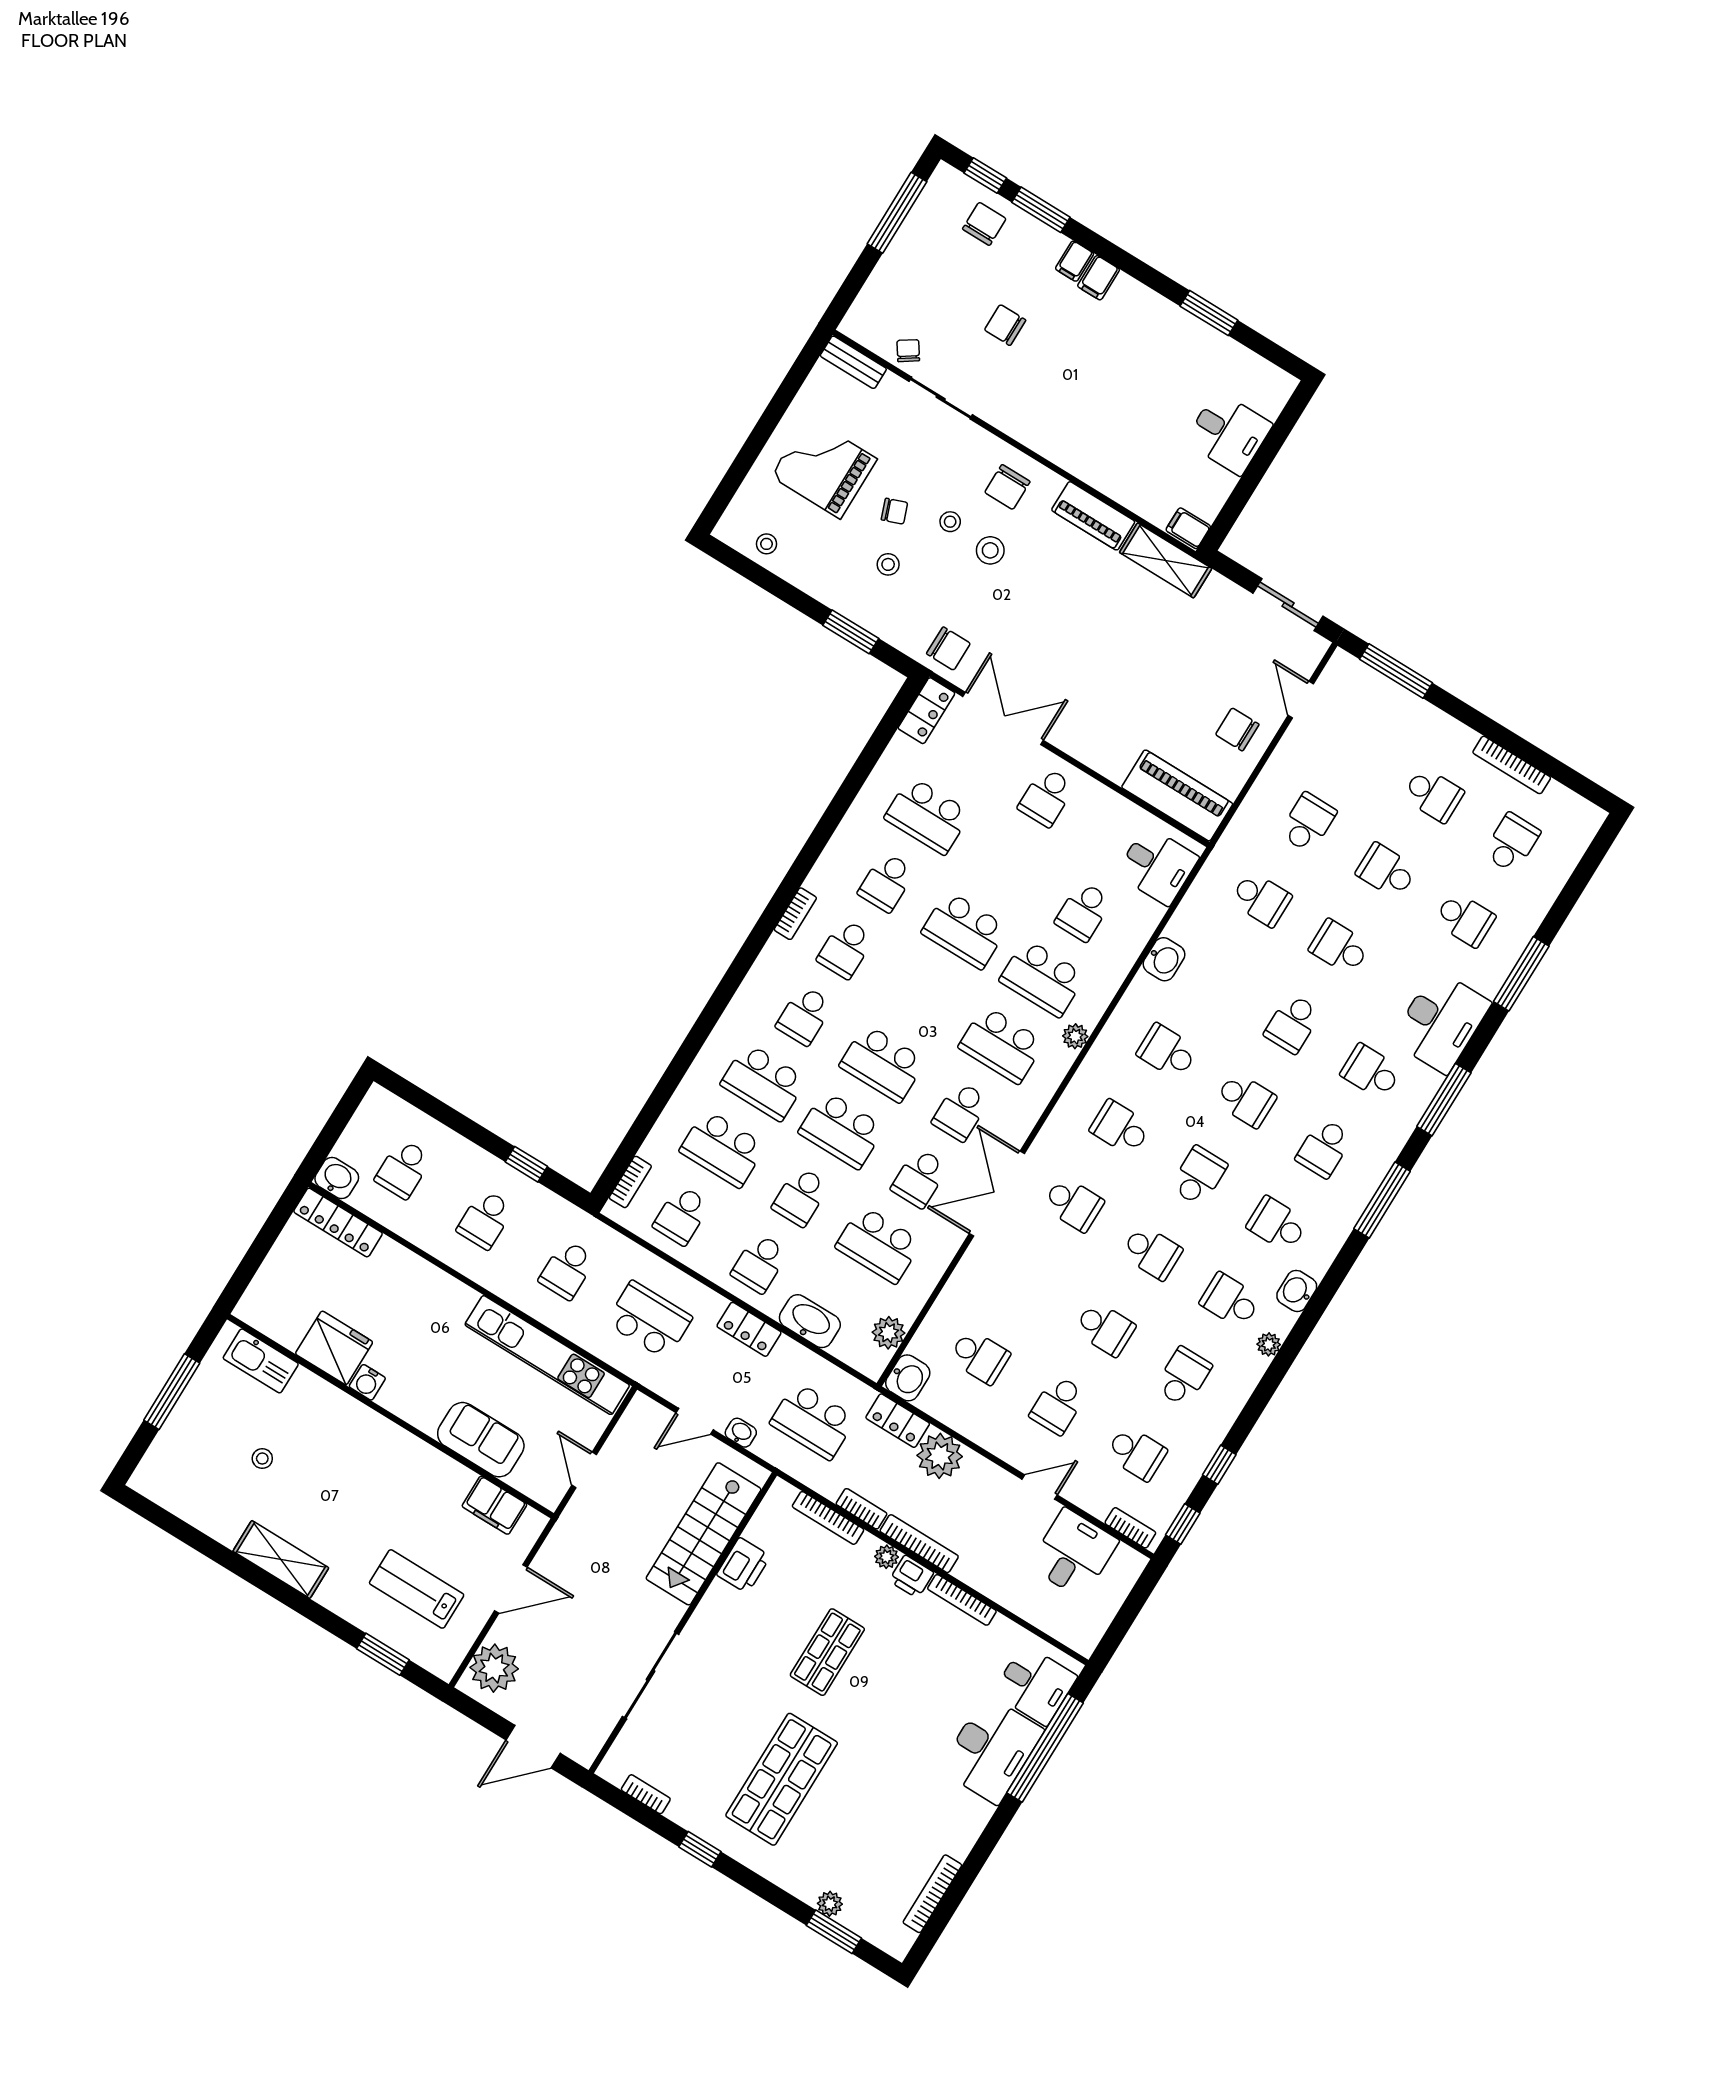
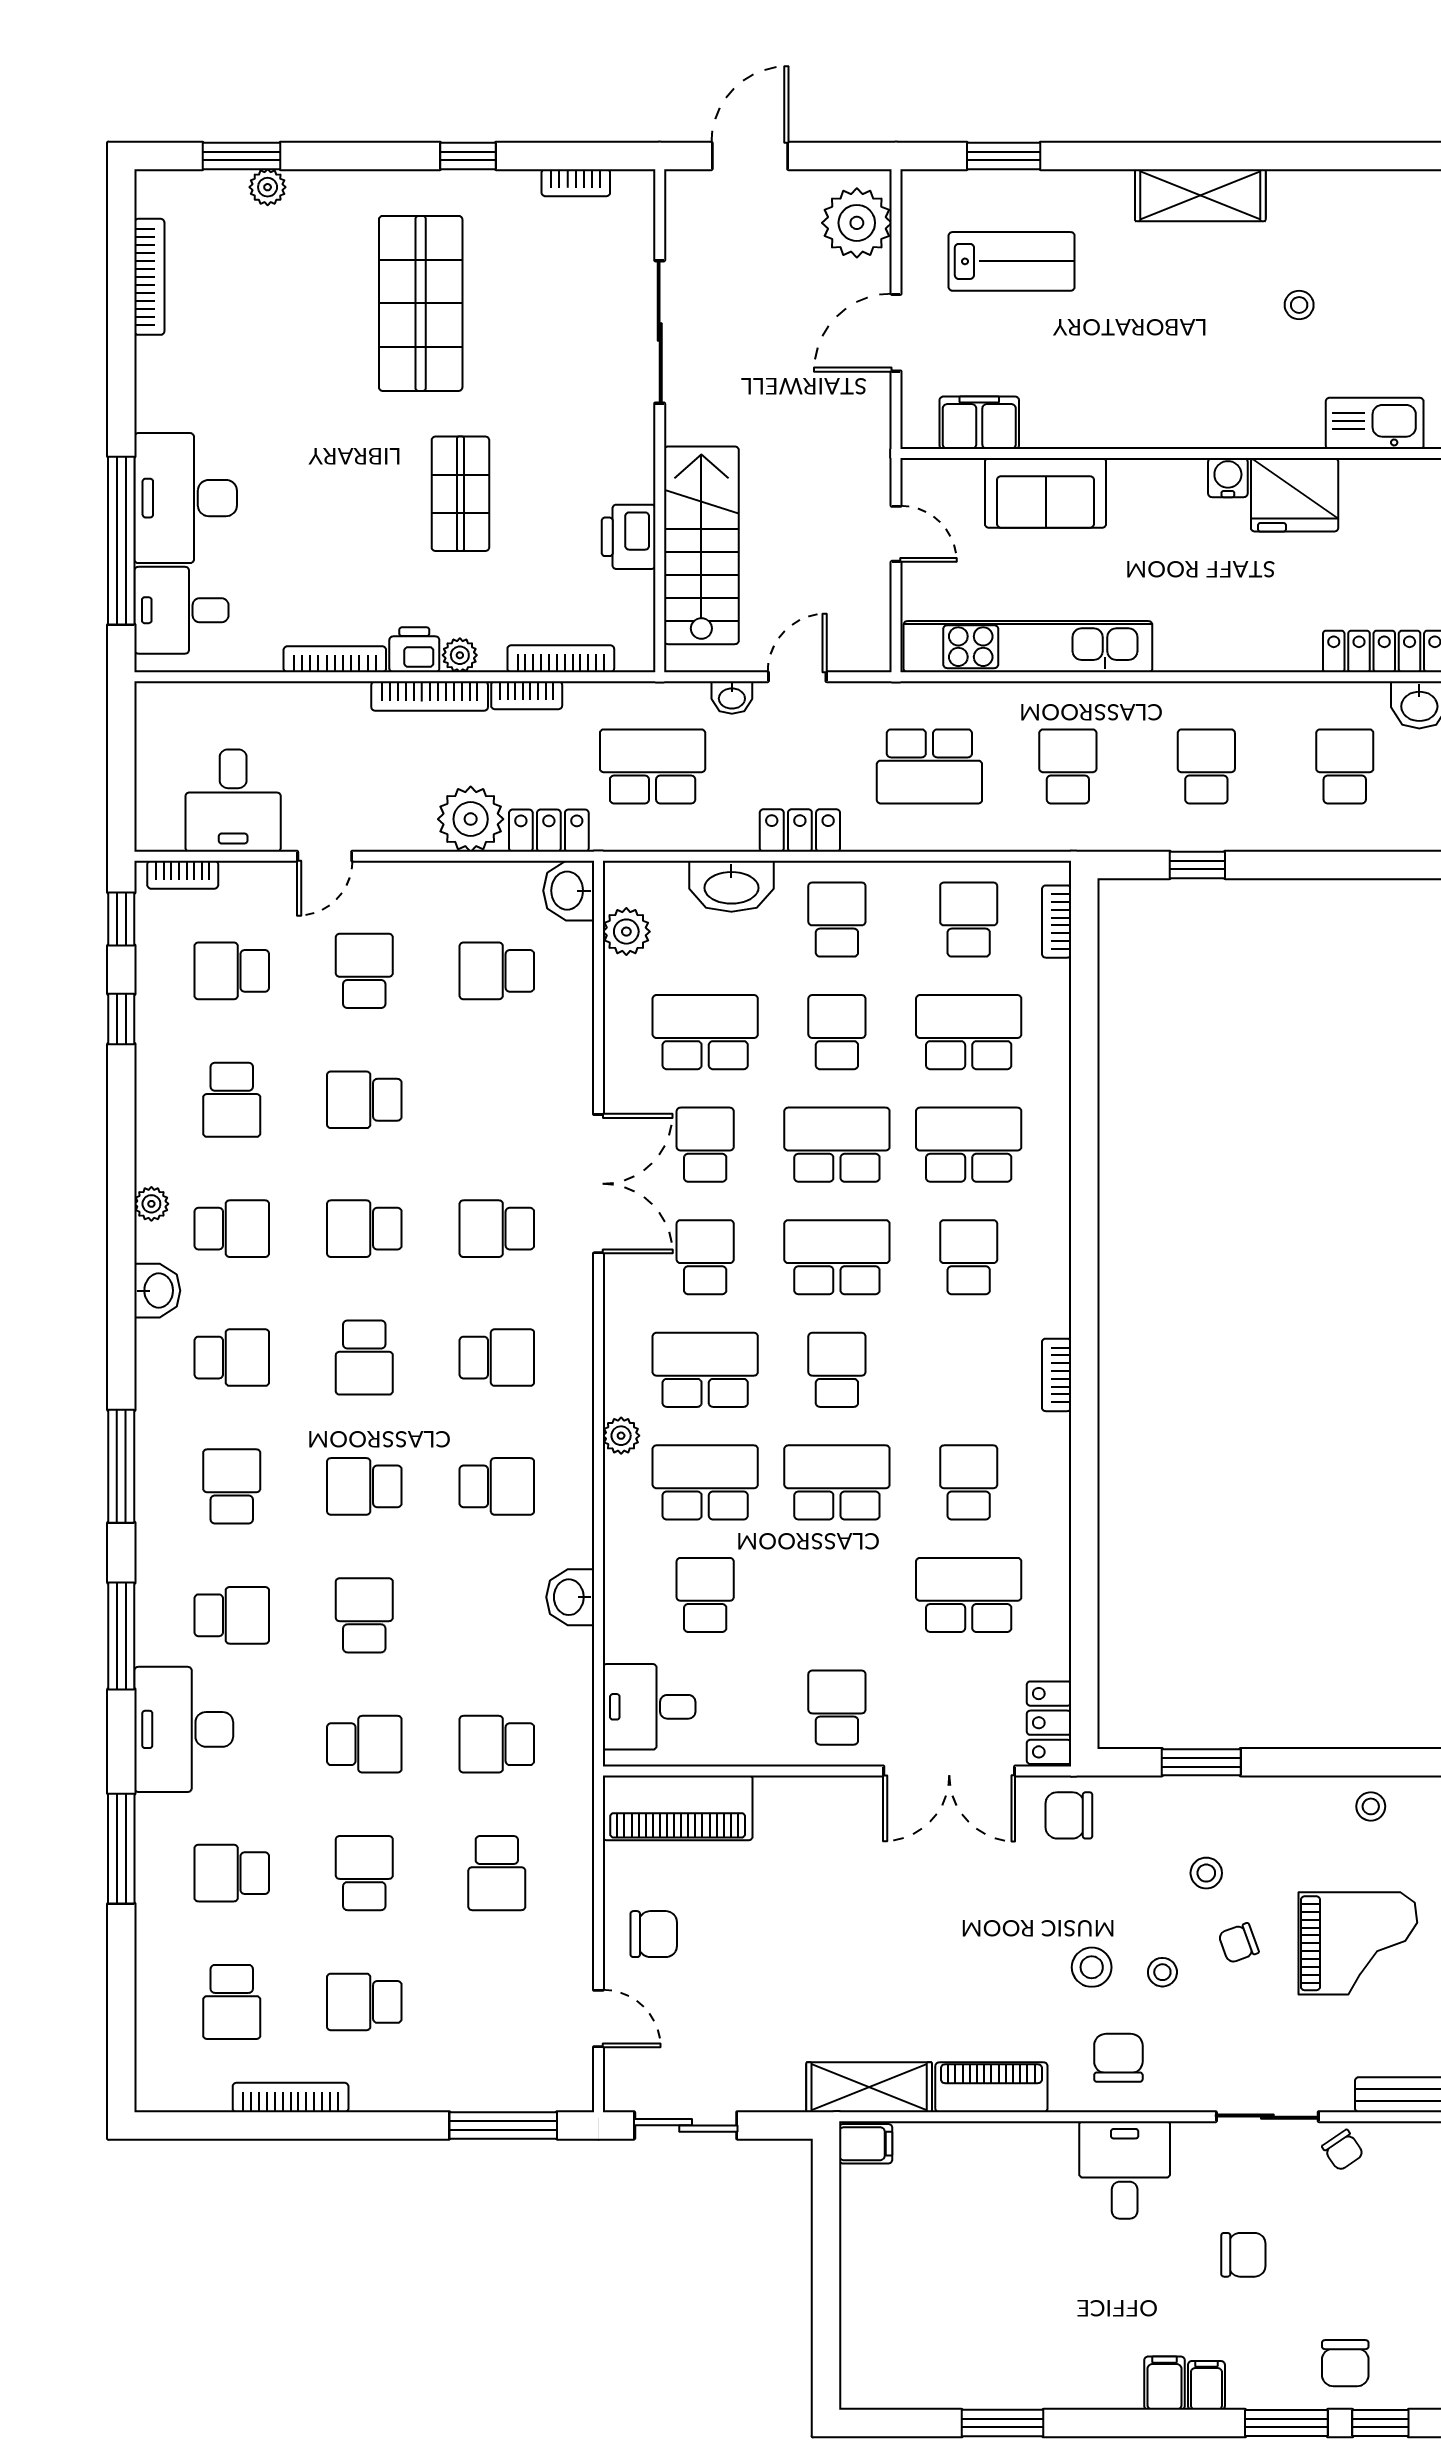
desk: (1229, 433) -> (1125, 2170), moved, turned 90
school desk: (1386, 871) -> (364, 1873), turned -90
school desk: (845, 949) -> (837, 1370), moved

